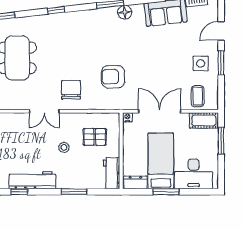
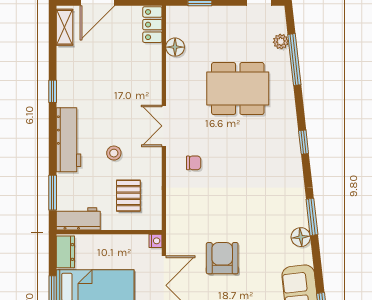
armchair: (113, 77) -> (222, 258), moved
chair: (71, 90) -> (194, 163), width x0.54, depth x0.54
workbench: (32, 180) -> (69, 140), moved
window: (74, 192) -> (53, 193), moved

